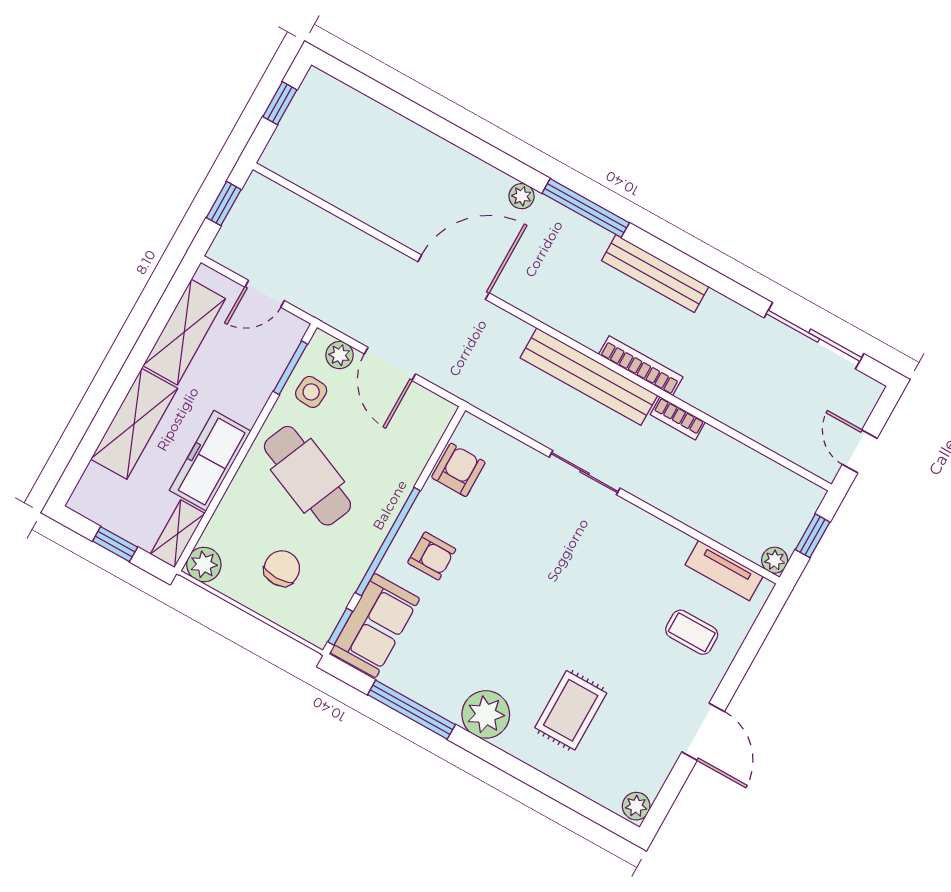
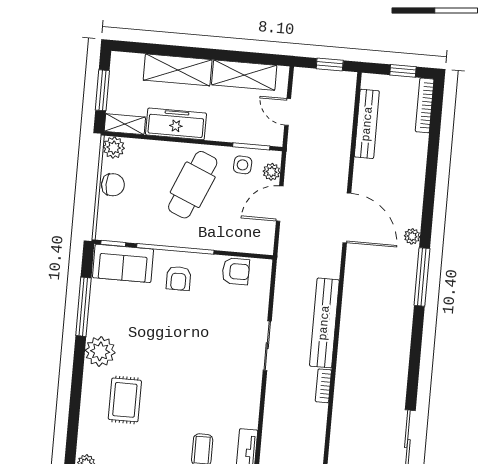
bench: (655, 274) -> (367, 124), moved
bookcase: (641, 366) -> (425, 105), moved, turned 180
window: (115, 544) -> (102, 90), width x1.50
chair: (282, 568) -> (113, 185), moved
rug: (571, 710) -> (125, 400), turned 90

